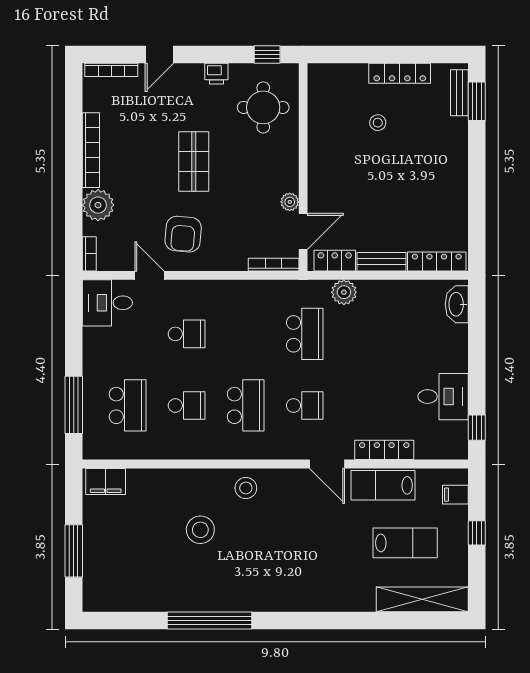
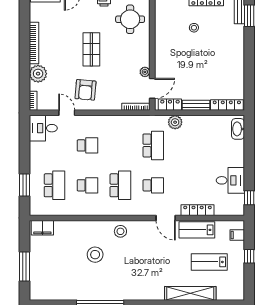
window: (74, 405) -> (24, 185), width x0.69
lab bench: (405, 543) -> (209, 262), turned 180
shelving: (422, 599) -> (190, 293), moved

